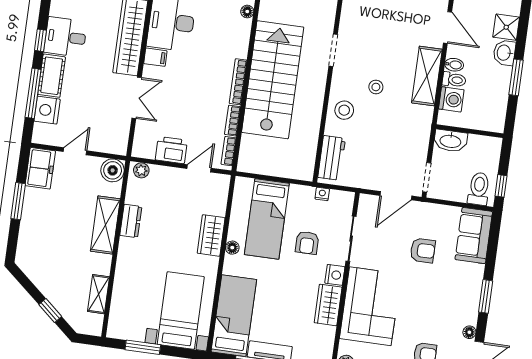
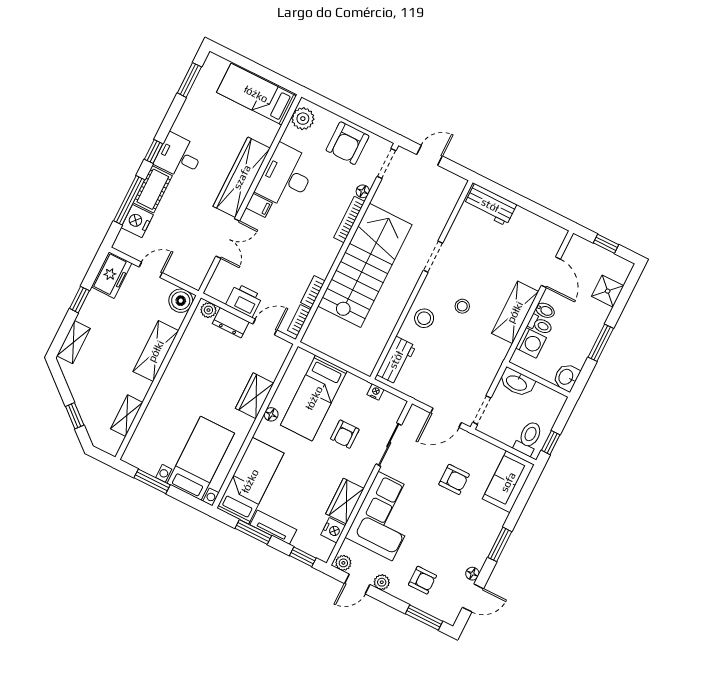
washbasin: (504, 53) -> (566, 377), moved
bookcase: (238, 82) -> (349, 219), moved
window: (18, 201) -> (79, 300), width x0.67
dresser: (131, 221) -> (231, 323), moved, turned 90
shelving: (26, 243) -> (74, 342), added
nightstand: (335, 275) -> (333, 530), moved

